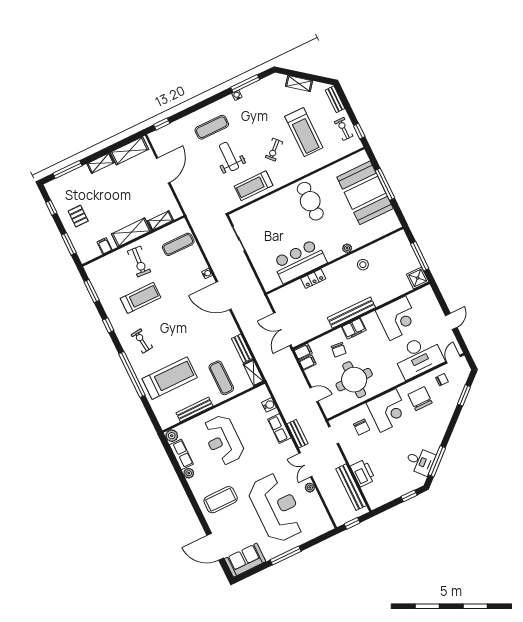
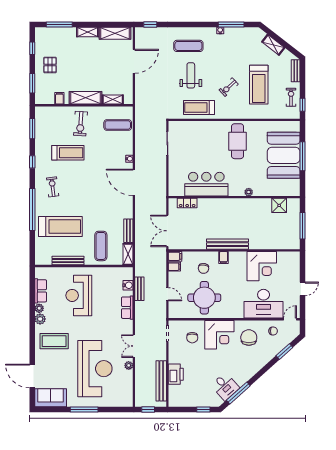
stool: (363, 265) -> (255, 211), removed
shower: (418, 278) -> (279, 205), moved
locker: (313, 279) -> (187, 203), moved
filing cabinet: (354, 328) -> (223, 257), width x0.50
bench: (298, 434) -> (139, 289), moved
plant: (172, 436) -> (40, 319), moved

